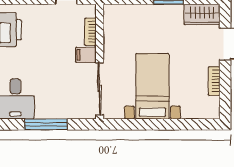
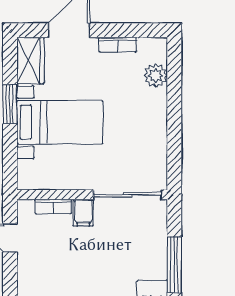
bed with nightstands: (152, 86) -> (60, 122), moved, turned 180
plant: (191, 110) -> (156, 75), added

